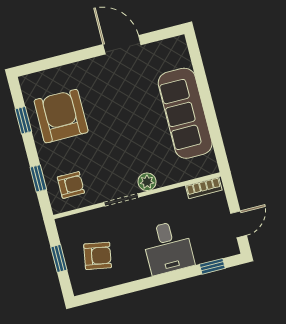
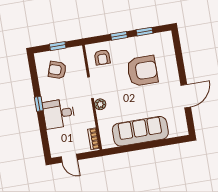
armchair: (61, 116) -> (142, 71), moved
window: (38, 178) -> (119, 36), moved
armchair: (98, 256) -> (57, 70), turned 98
window: (212, 266) -> (39, 104), moved

